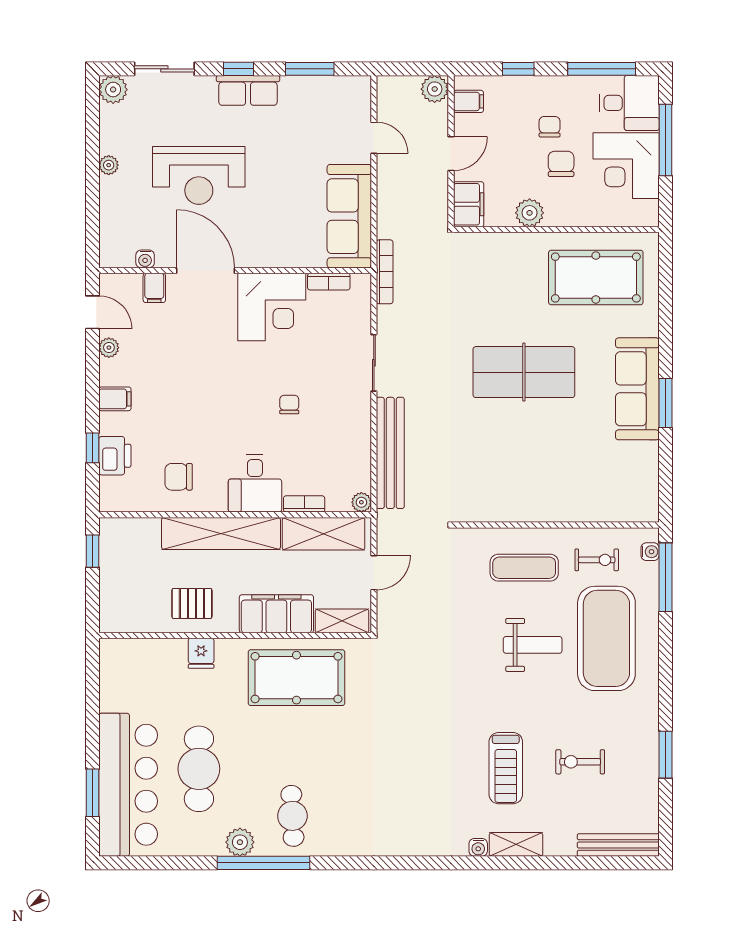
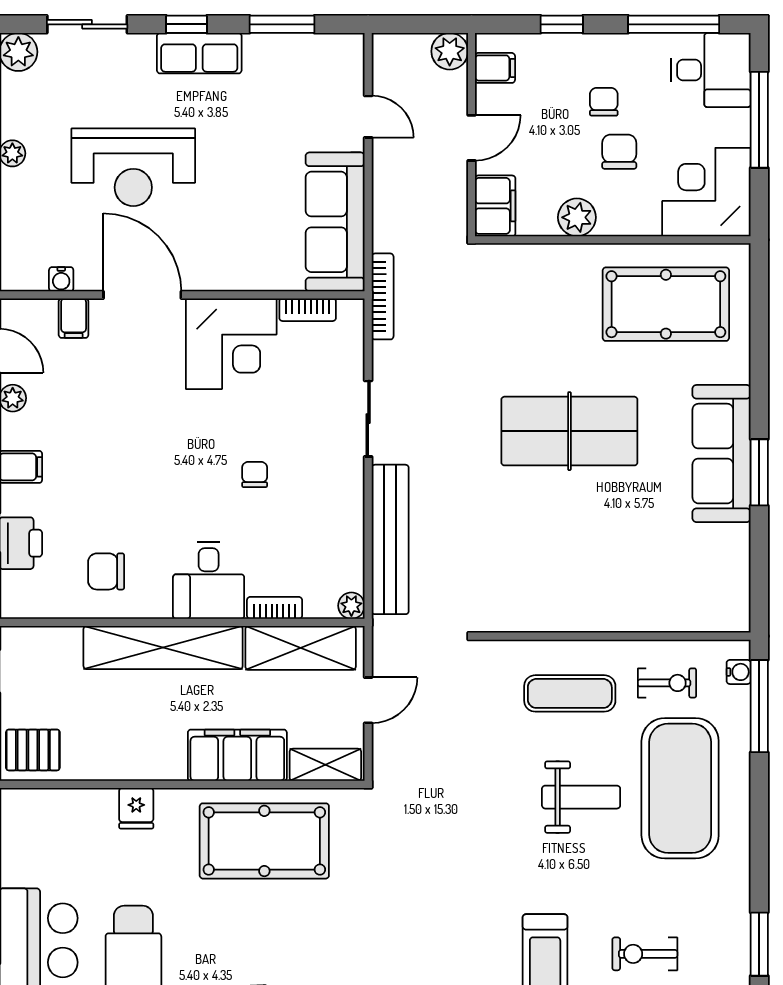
corner desk: (626, 166) -> (706, 192), moved, turned 90
pallet: (192, 603) -> (33, 750), moved

